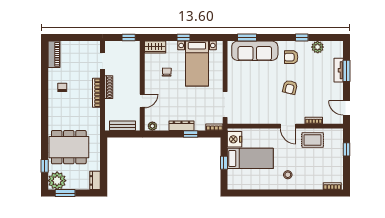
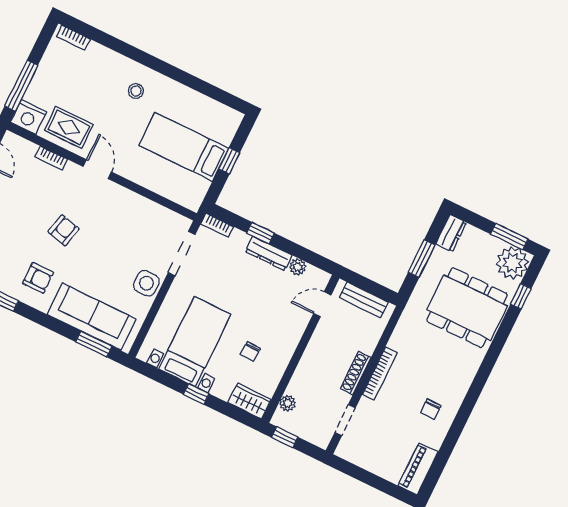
plant: (135, 55) -> (288, 403), added
side table: (236, 81) -> (146, 283), added
door: (142, 101) -> (322, 304), moved
plant: (152, 126) -> (298, 267), moved
nightstand: (234, 139) -> (29, 117), moved, turned 90
window: (347, 149) -> (21, 86), width x2.17
window: (104, 161) -> (422, 259), added

